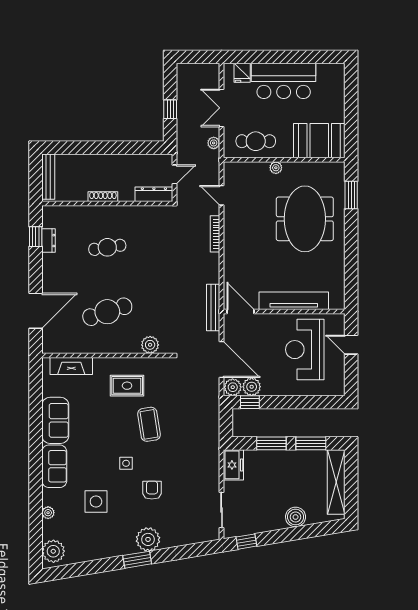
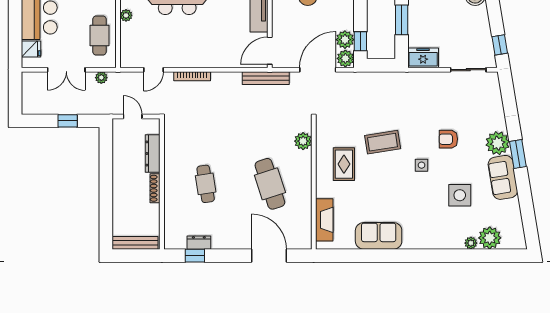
dresser: (154, 194) -> (153, 153), moved
sofa: (54, 466) -> (503, 177), moved, turned -99
plant: (53, 551) -> (490, 238), moved

